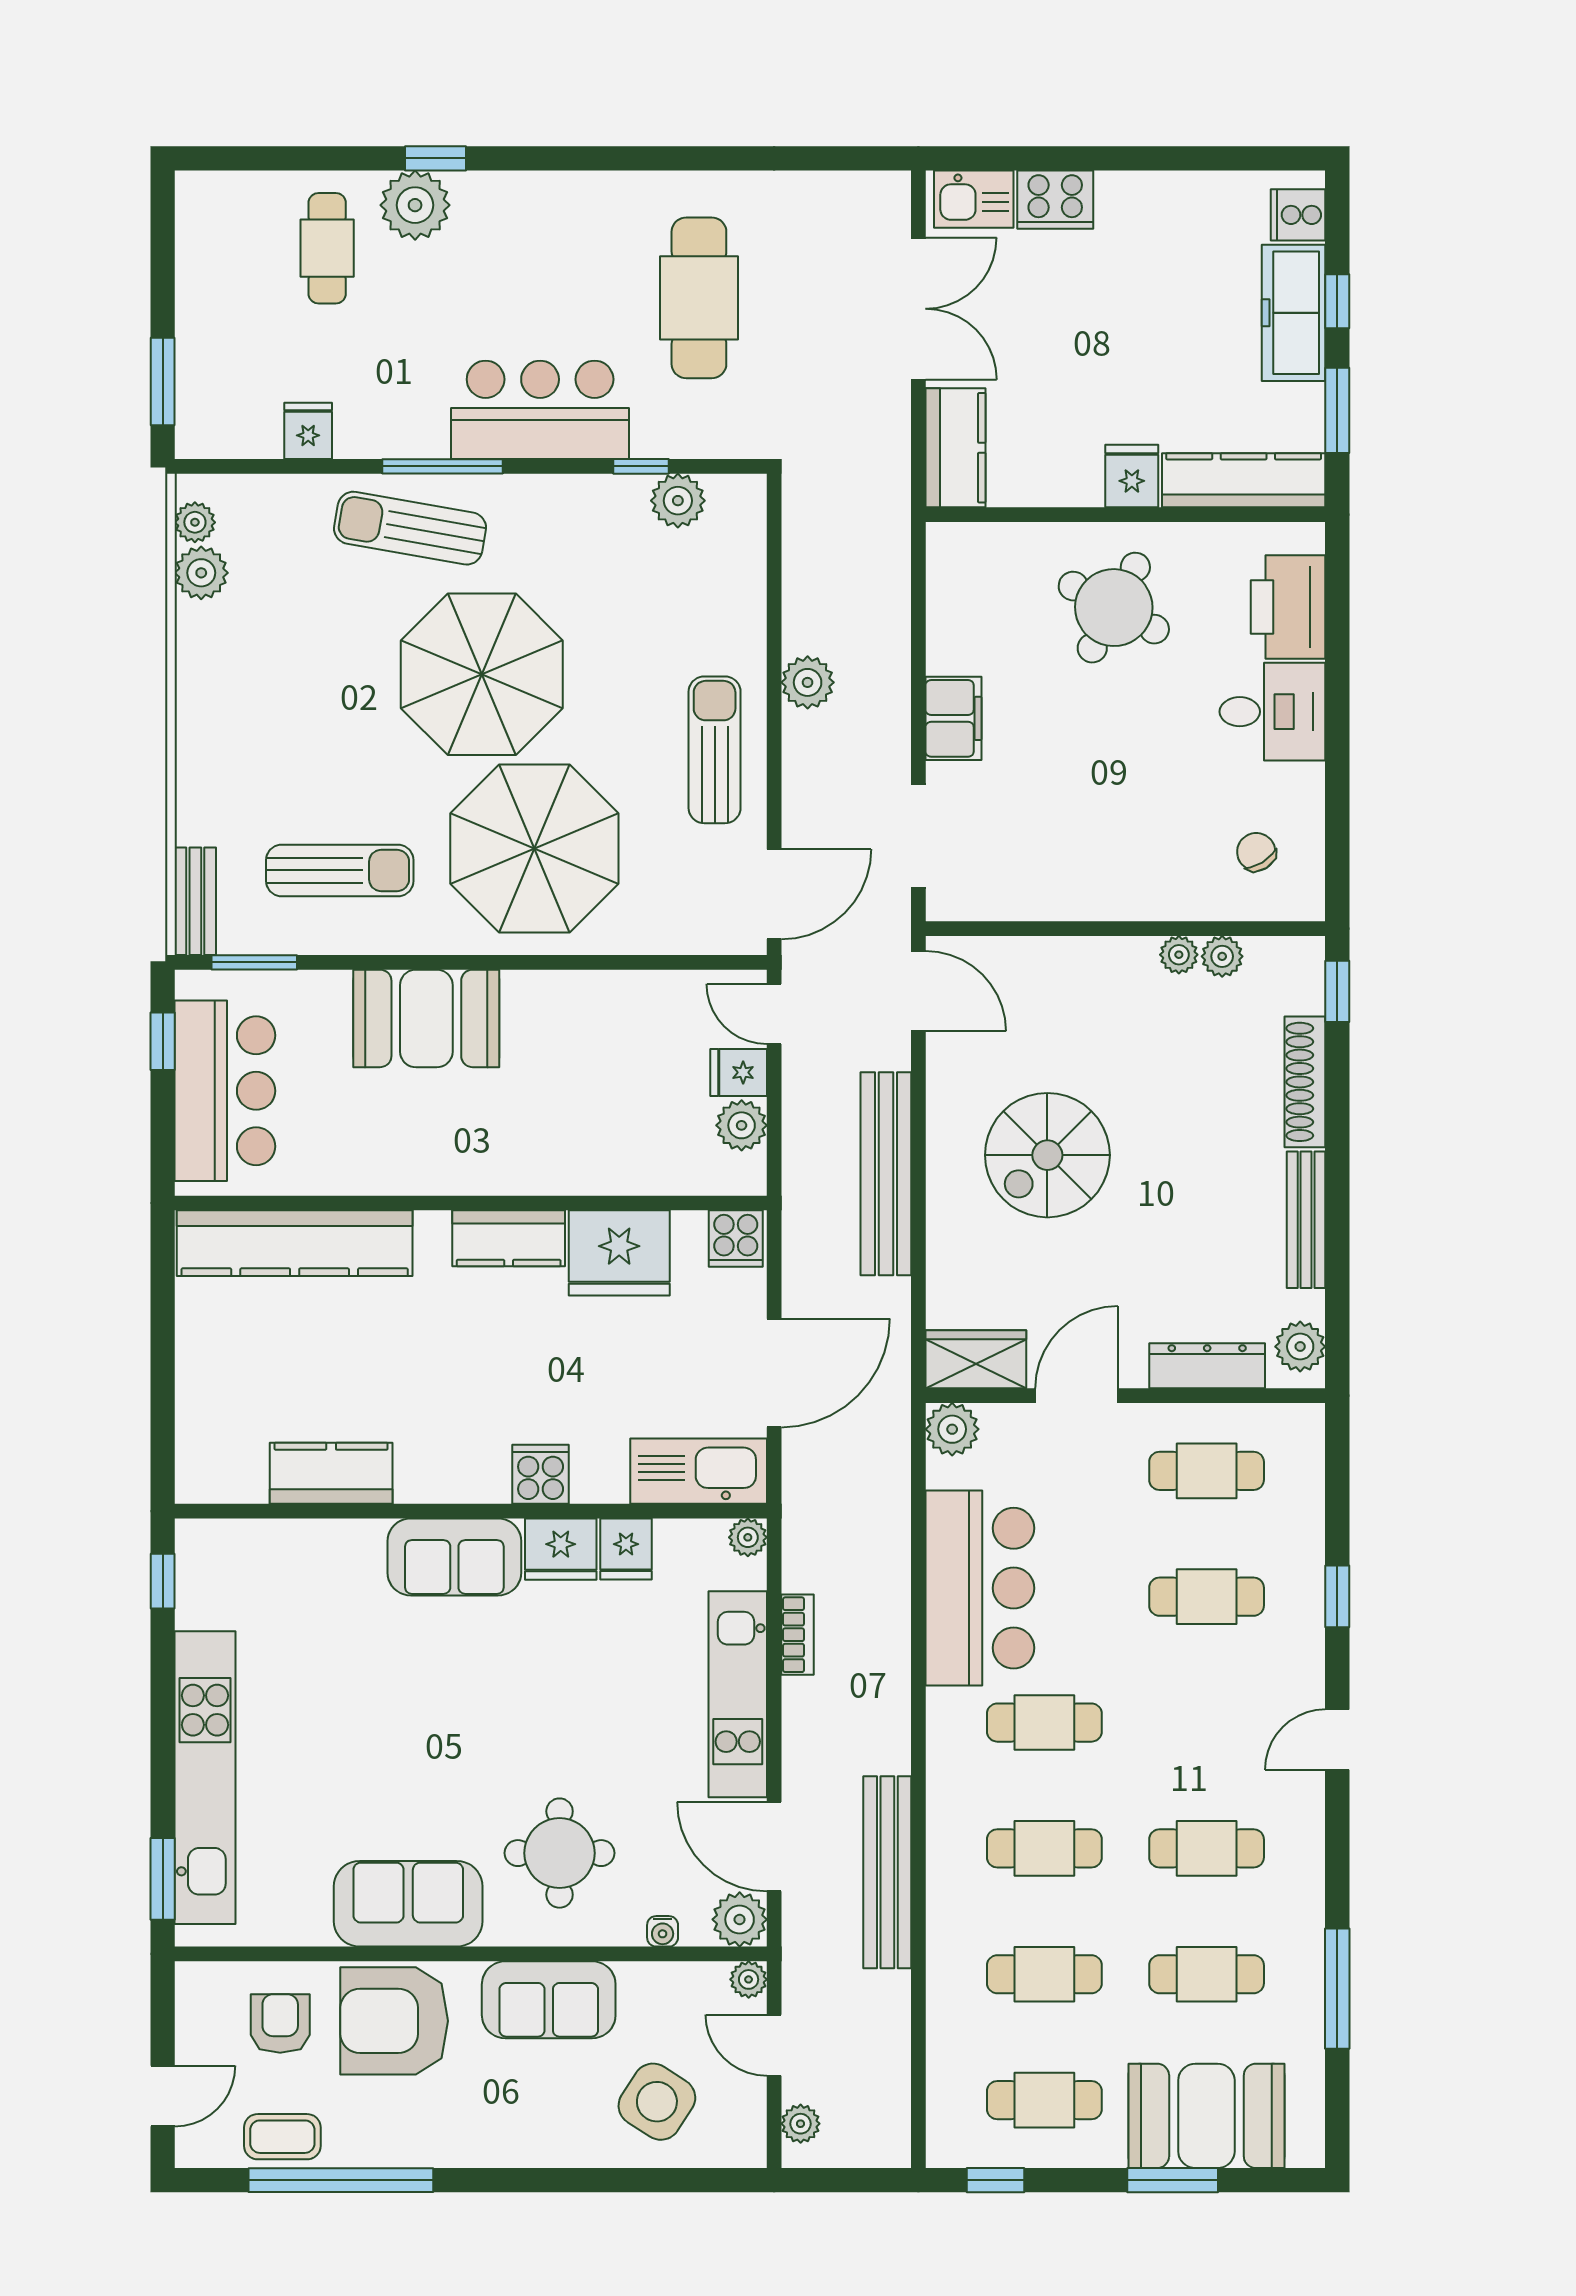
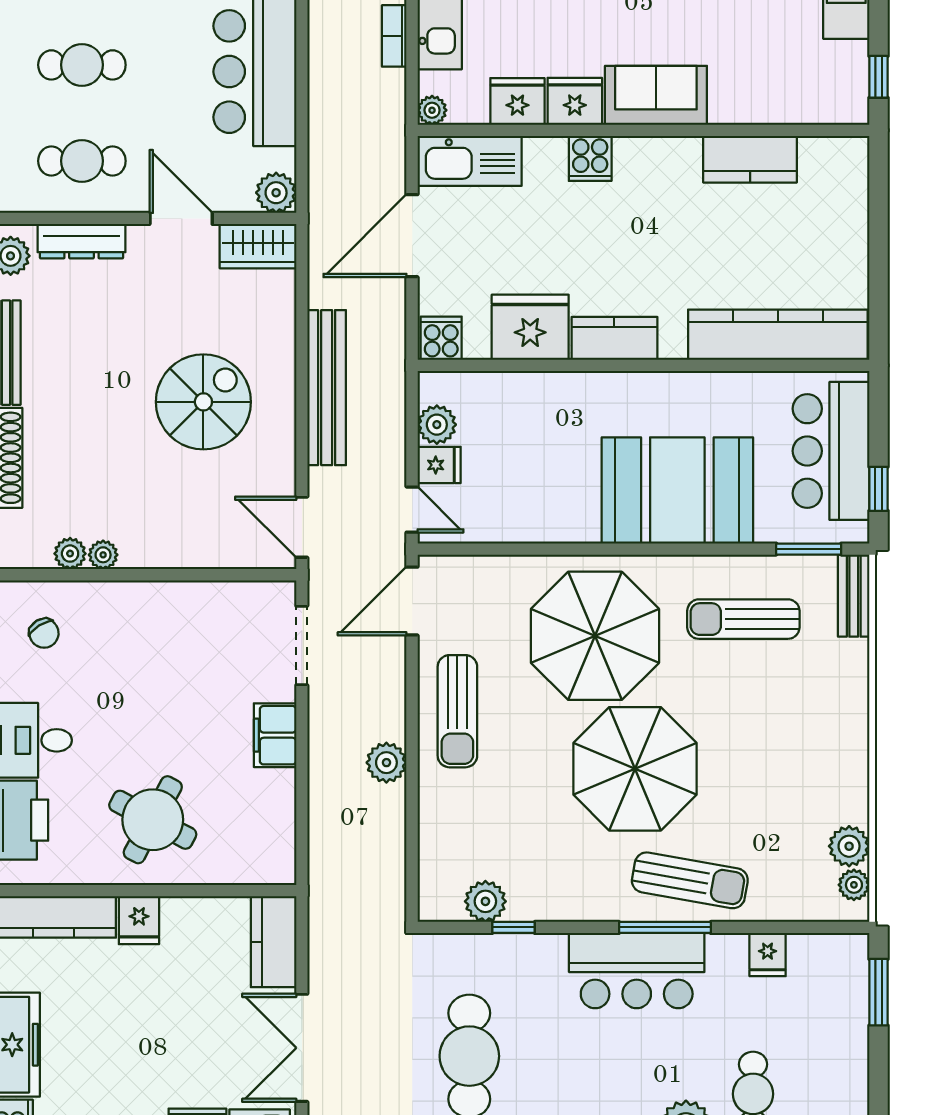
bar counter: (540, 410) -> (637, 971), moved
booth: (426, 1018) -> (677, 490), width x1.36, depth x1.42
door: (1077, 1396) -> (181, 218), swing flipped
fridge: (626, 1549) -> (517, 101), width x1.38

